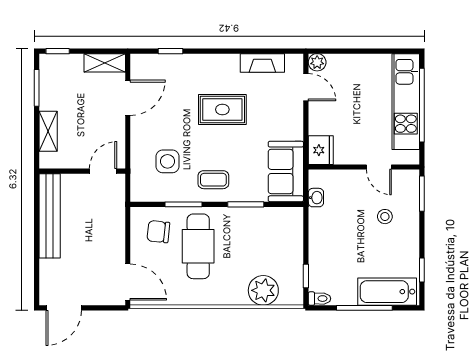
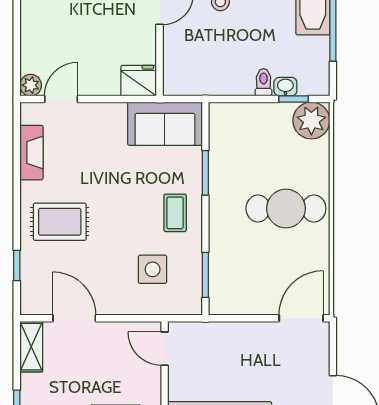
rug: (222, 109) -> (60, 222), moved, turned 90
washbasin: (316, 198) -> (285, 87), moved
window: (183, 204) -> (205, 275), moved
chair: (158, 232) -> (239, 281), removed
cafe table: (198, 246) -> (286, 209), moved
plant: (263, 290) -> (311, 121), moved
toilet: (319, 299) -> (264, 82), moved

